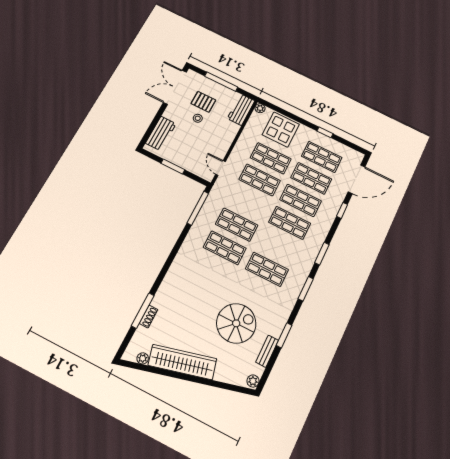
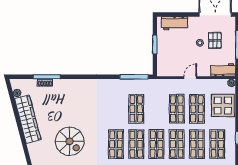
door: (221, 168) -> (190, 78), moved
shop shelf: (225, 248) -> (136, 144), moved

